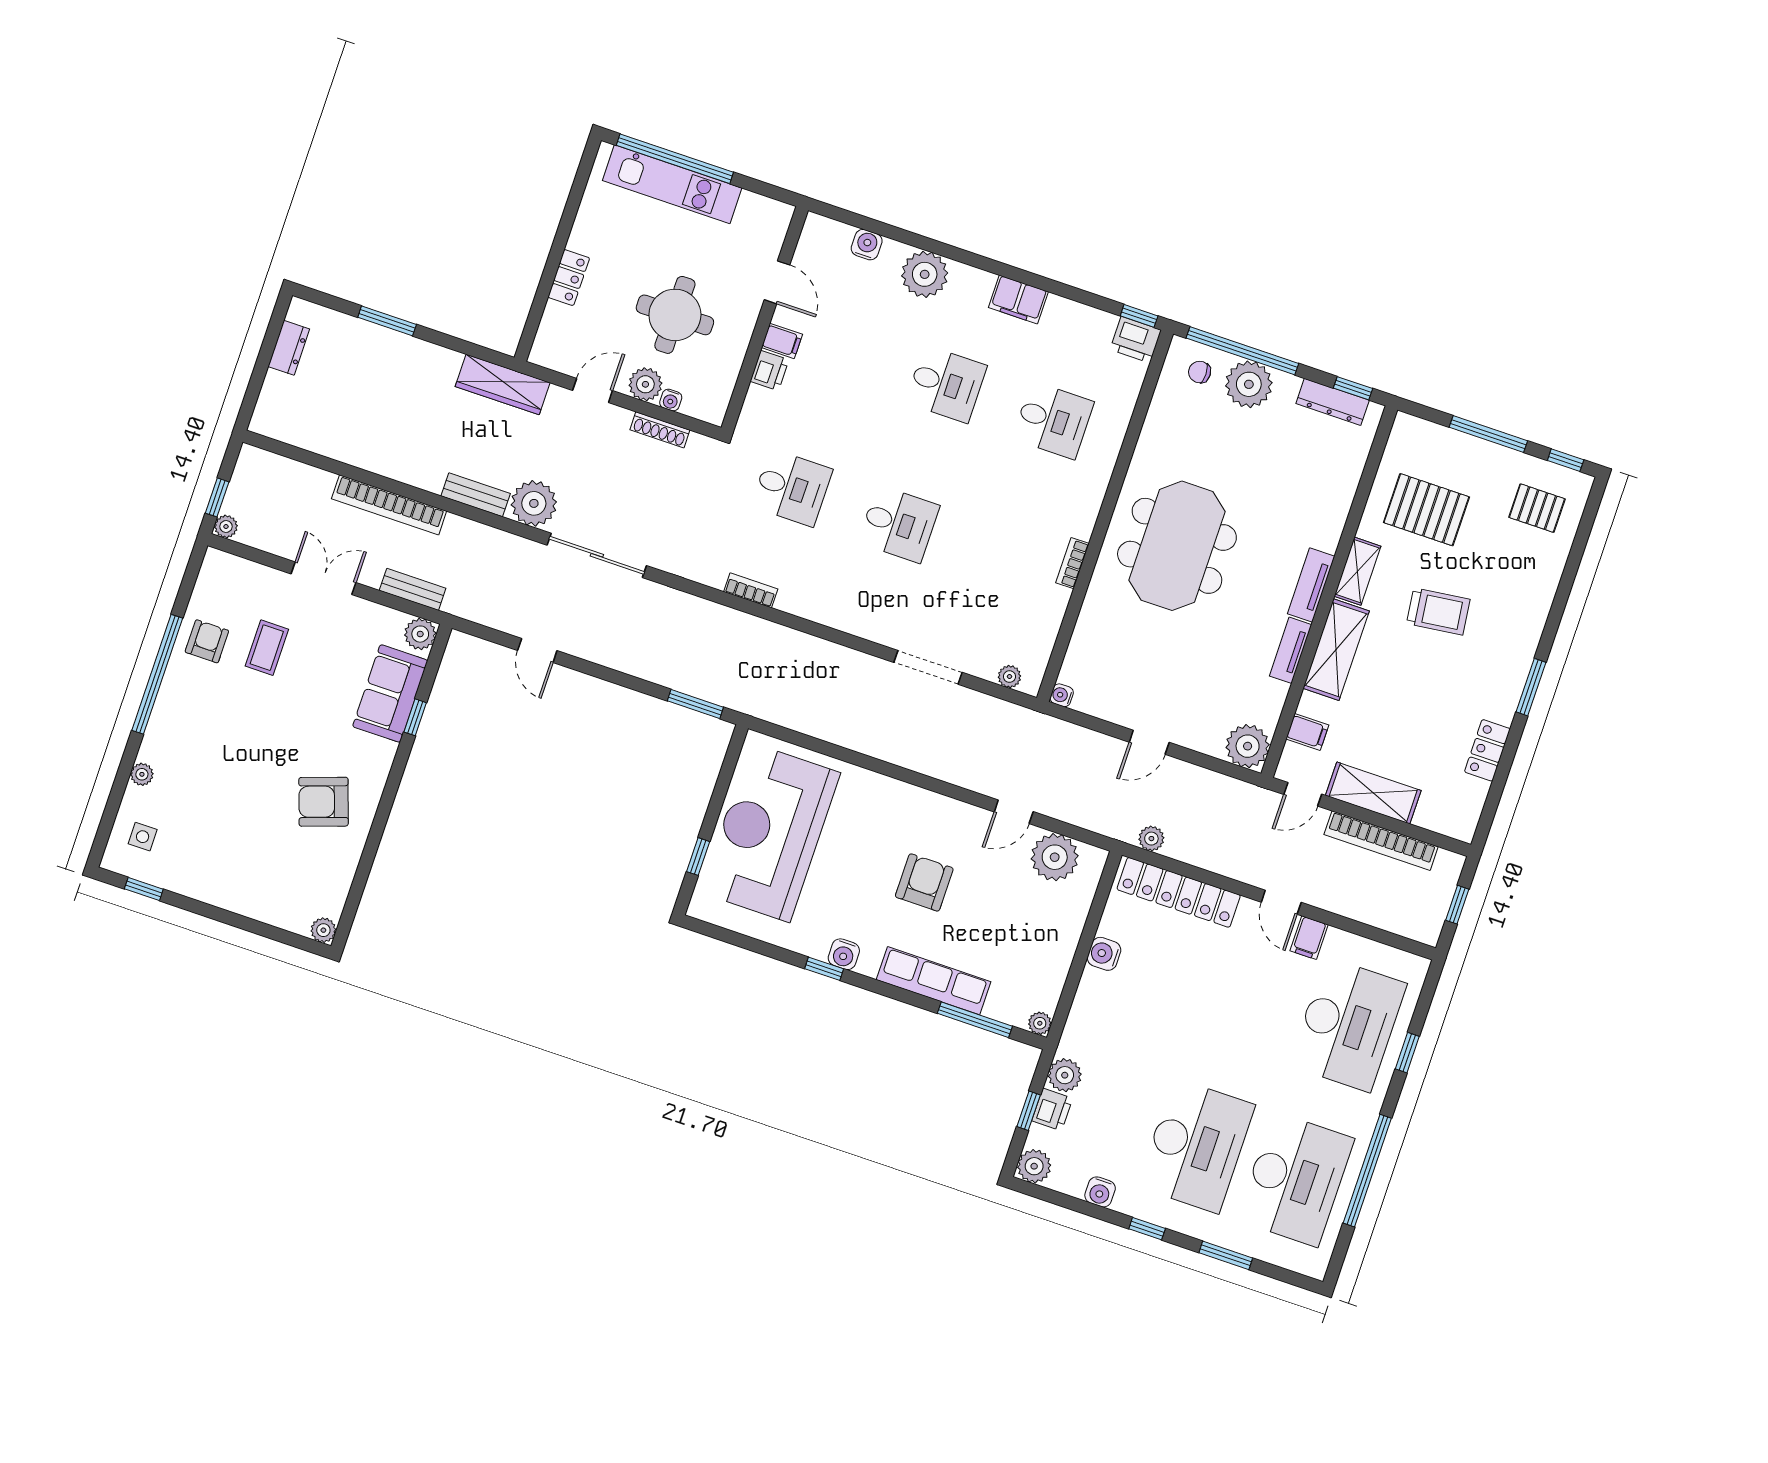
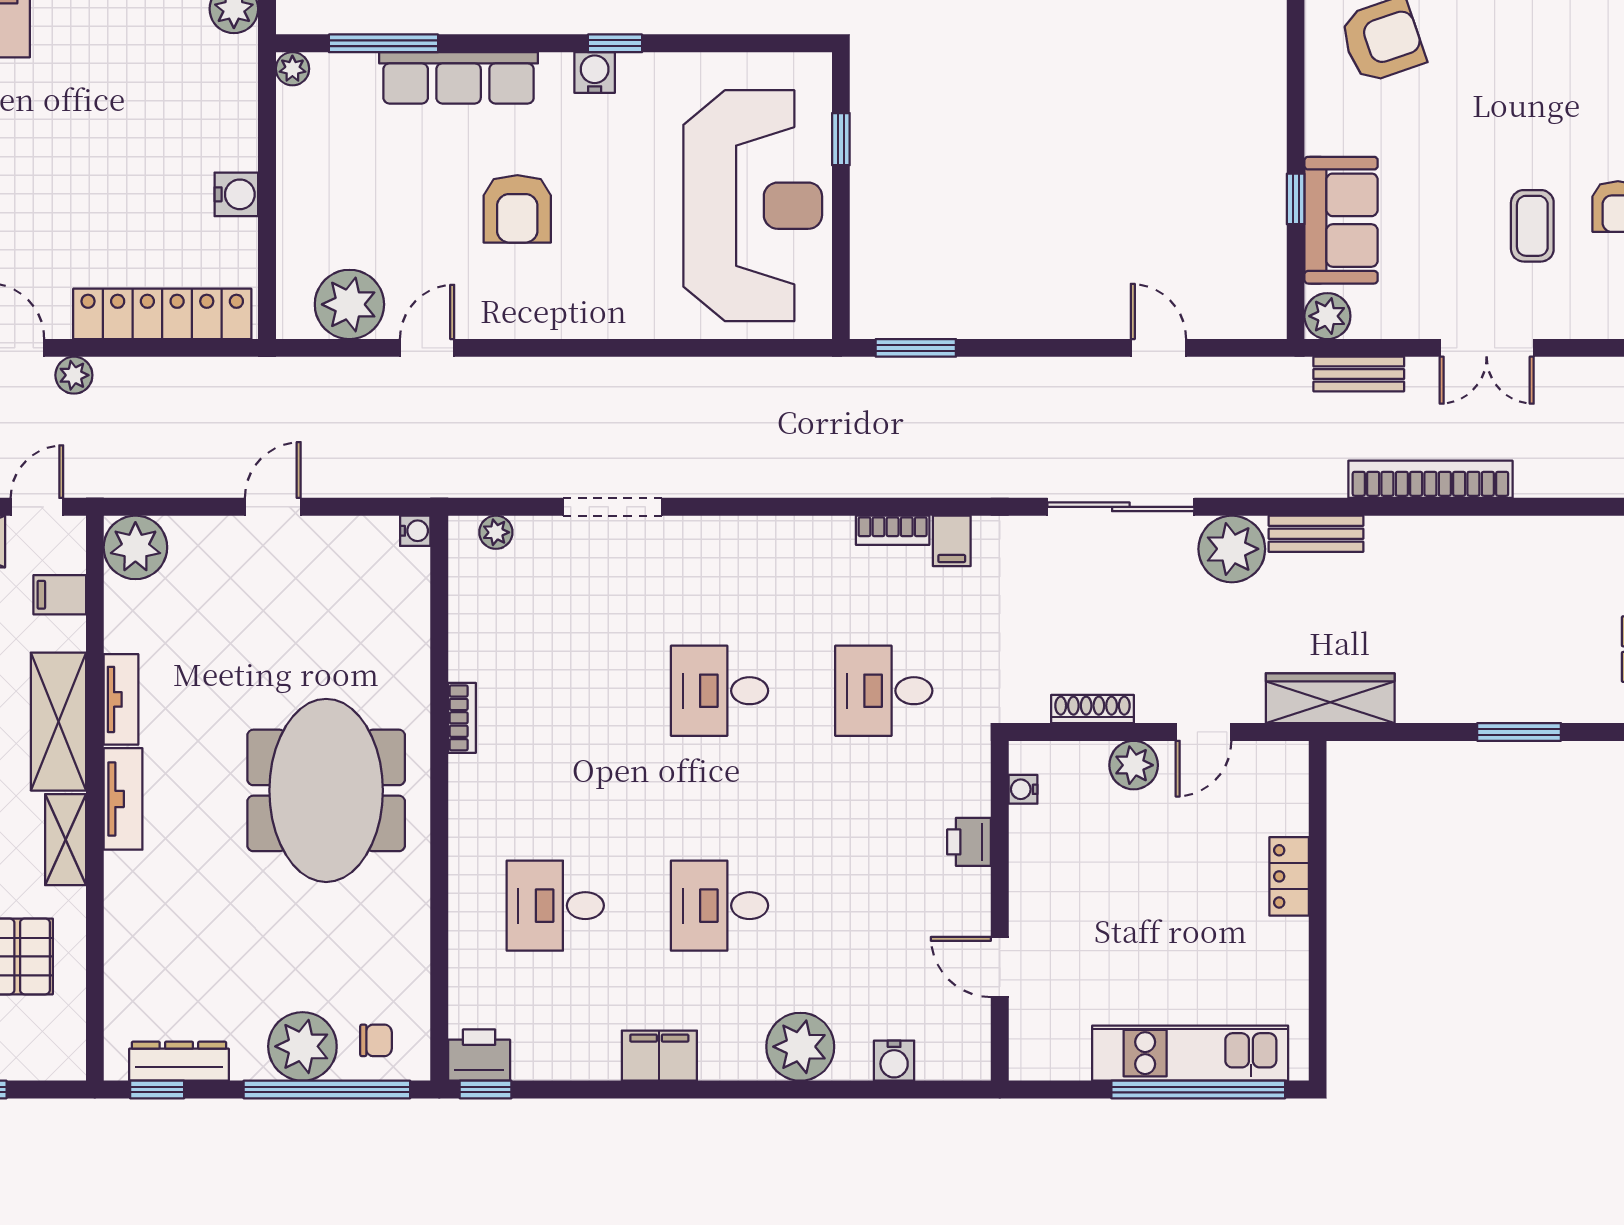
round table: (675, 315) -> (1125, 874), removed
filing cabinet: (782, 341) -> (952, 541), moved, turned -90
water cooler: (671, 400) -> (1023, 789), moved, turned -90
plant: (1151, 839) -> (74, 375), moved

